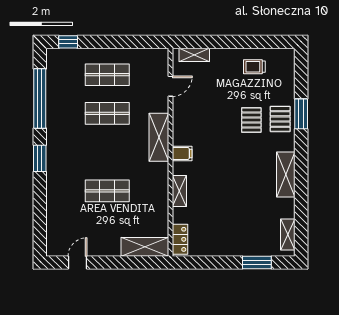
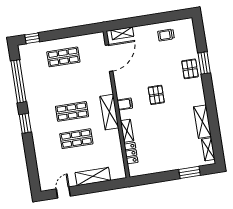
door: (170, 86) -> (109, 58), width x1.88
shop shelf: (107, 113) -> (72, 111), moved
pallet: (251, 120) -> (156, 95), moved
shelving: (159, 137) -> (109, 112), moved
shelving: (286, 175) -> (202, 122), moved
locker: (180, 239) -> (131, 153), moved
shelving: (145, 247) -> (93, 176), moved

